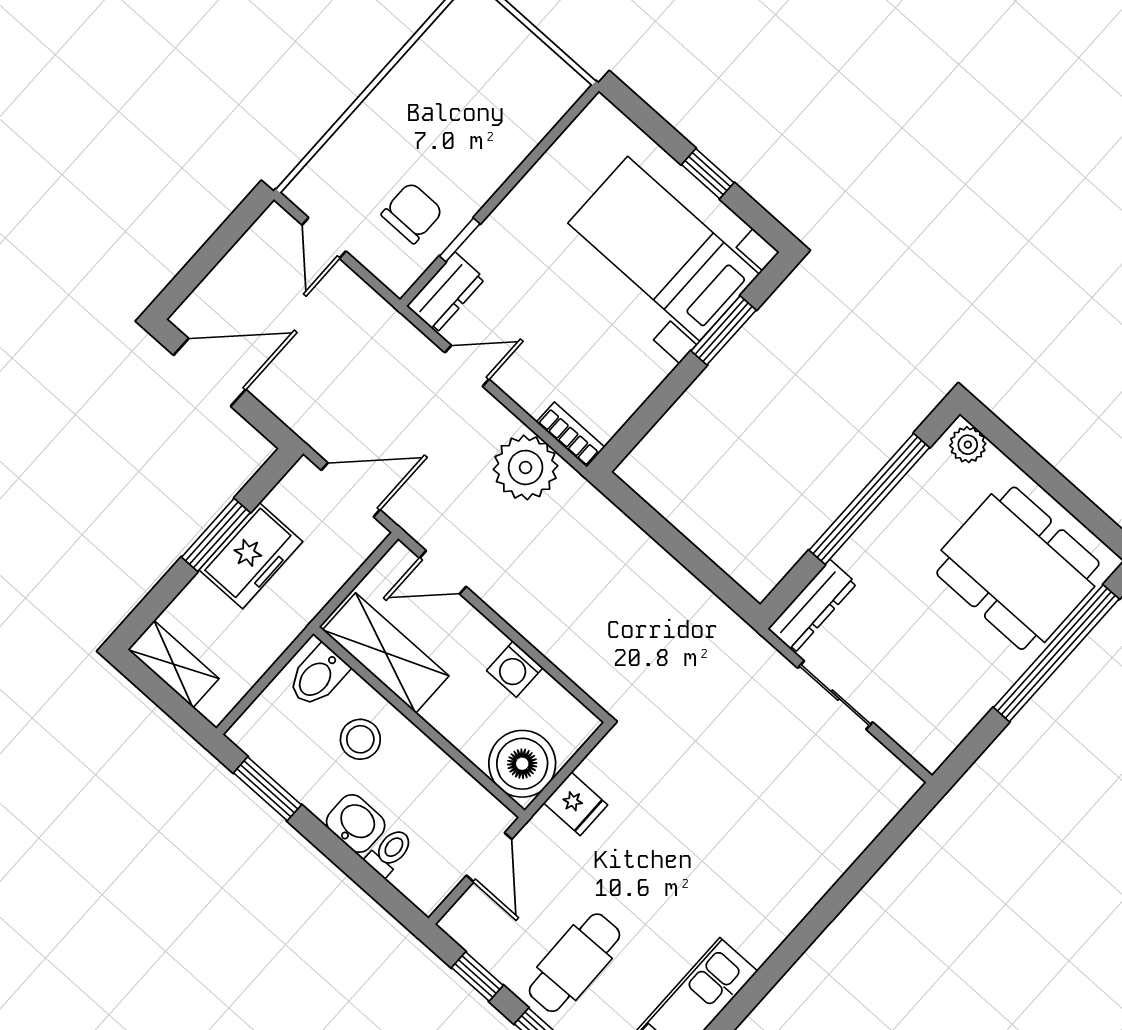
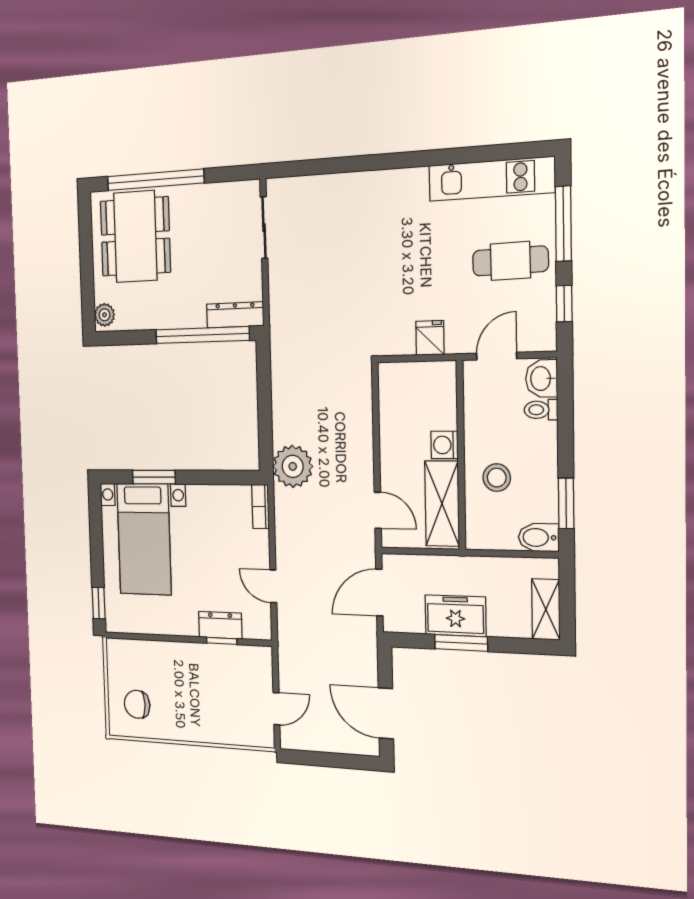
window: (708, 174) -> (99, 603), moved
chair: (412, 213) -> (137, 704), moved
dresser: (446, 292) -> (220, 625), moved
plant: (526, 467) -> (293, 466), moved
door: (351, 490) -> (379, 593), hinge flipped
window: (869, 499) -> (202, 335), moved
washing machine: (515, 669) -> (444, 445), moved, turned 180
bidet: (318, 676) -> (539, 537), moved, turned 180
sliding door: (835, 695) -> (264, 228), moved
boiler: (522, 764) -> (434, 384), removed
washbasin: (356, 824) -> (541, 379), moved

